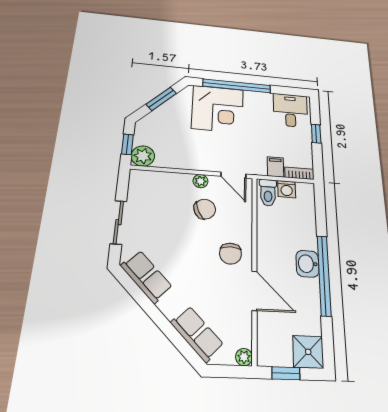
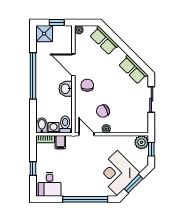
corner desk: (218, 109) -> (117, 173), moved, turned -45
bidet: (305, 194) -> (42, 125), added
washbasin: (307, 264) -> (66, 89), moved, turned 180

